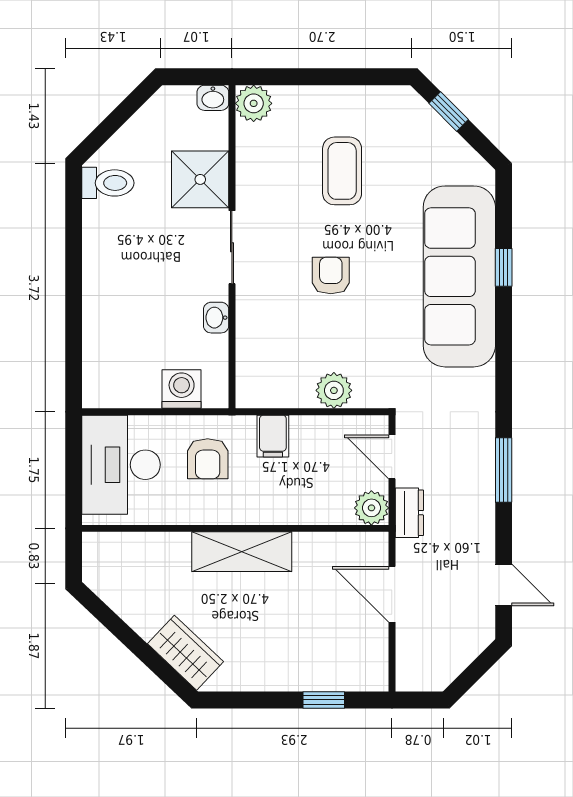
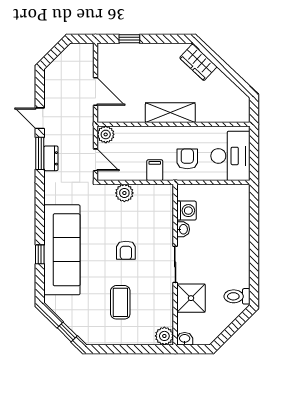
washing machine: (182, 389) -> (186, 211), moved, turned -90
dresser: (409, 513) -> (51, 158), moved, turned 180
door: (504, 585) -> (40, 118), moved

